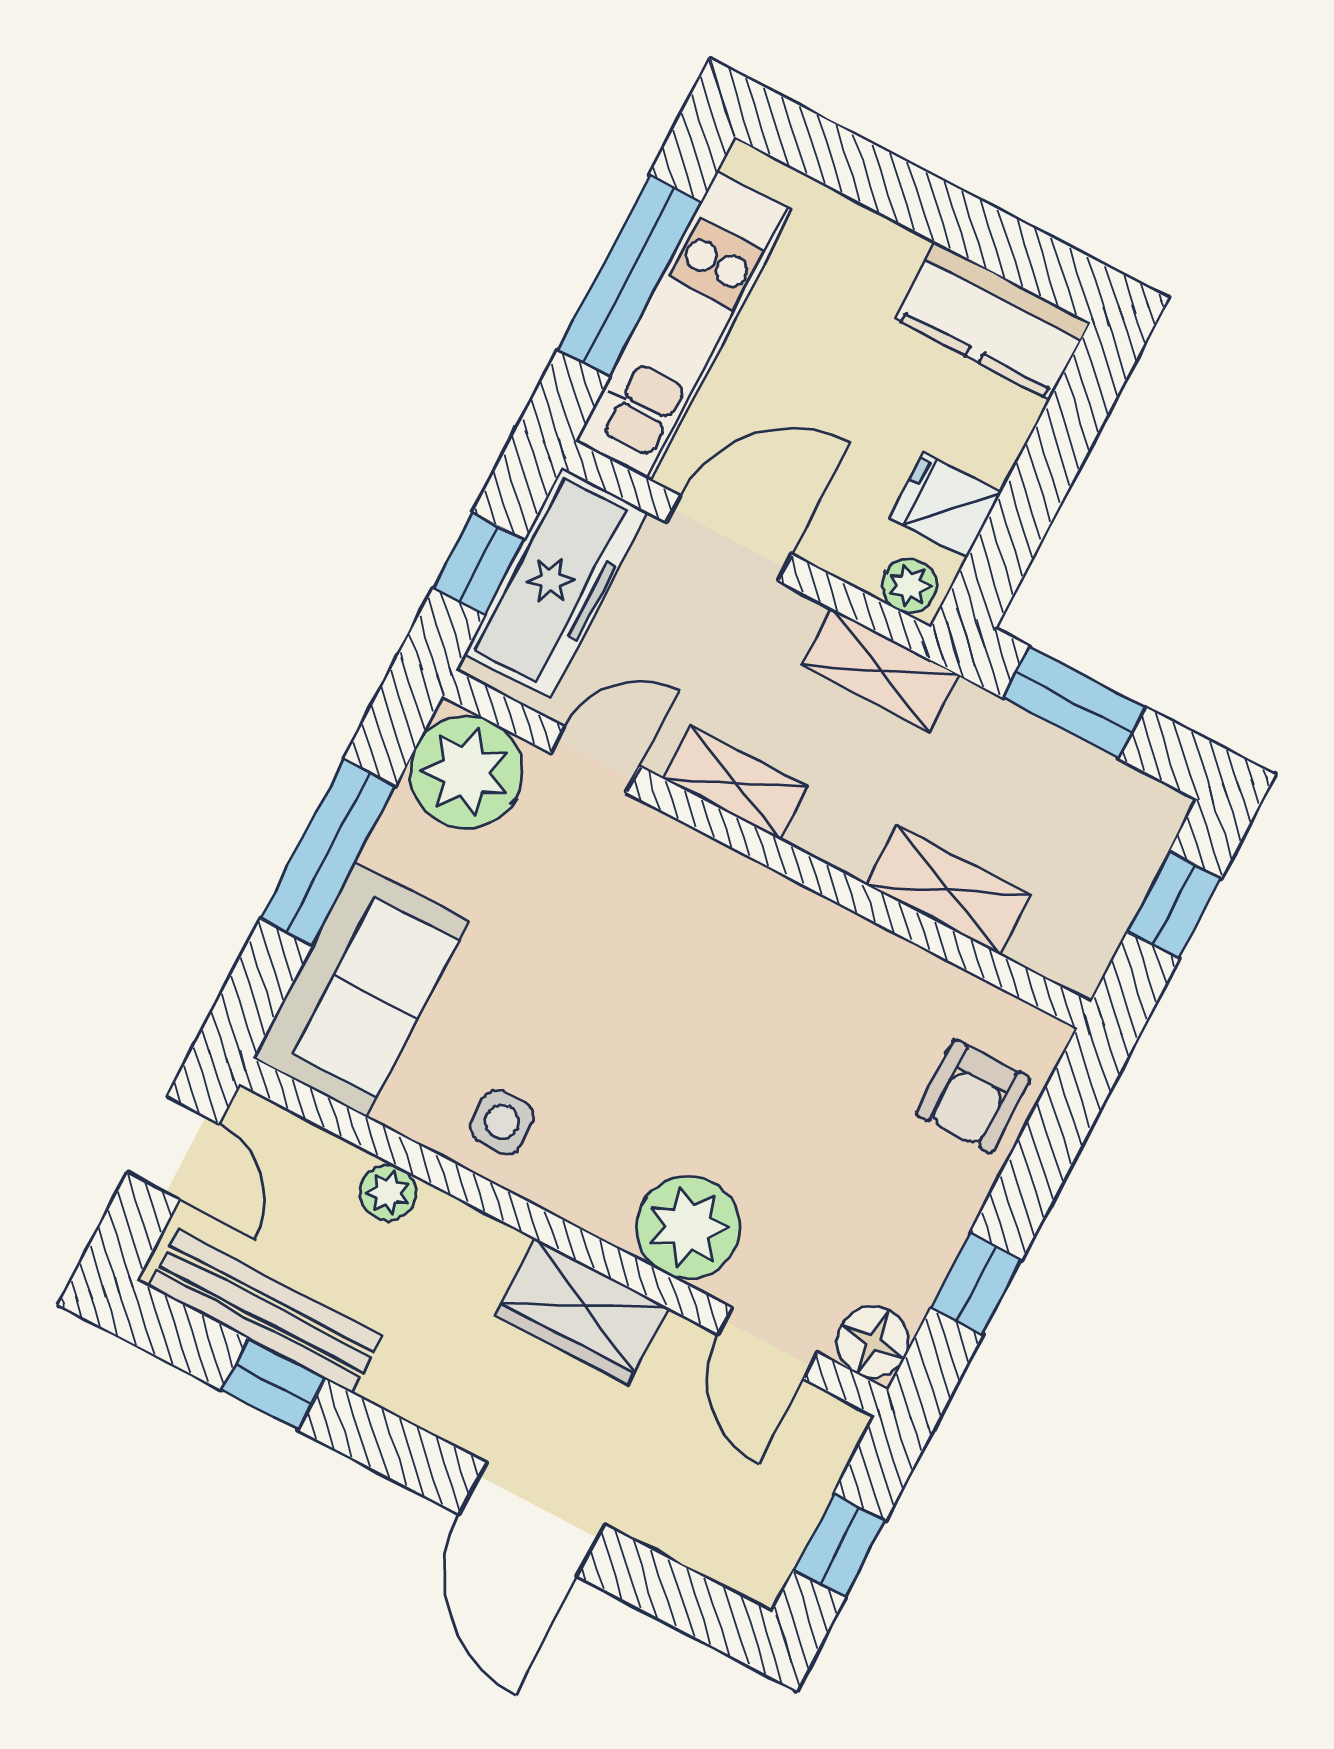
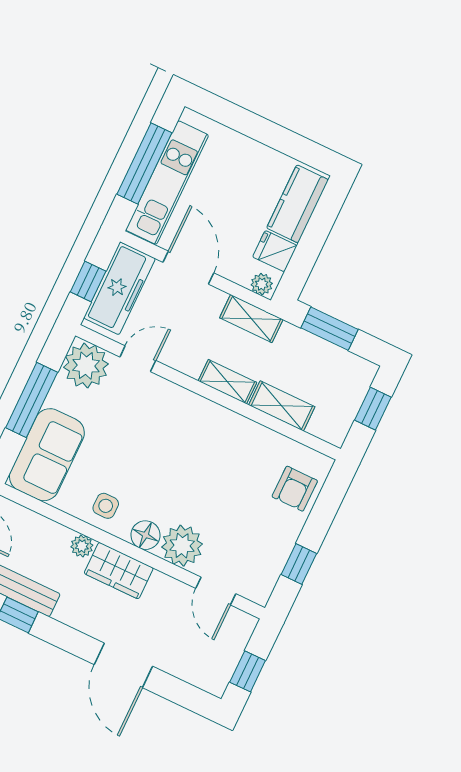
kitchen counter: (992, 321) -> (298, 204), moved, turned 90
door: (729, 538) -> (188, 268), hinge flipped
shelving: (735, 783) -> (227, 382), moved
plant: (388, 1193) -> (82, 546), moved
wardrobe: (581, 1311) -> (119, 571), moved
floor lamp: (873, 1342) -> (145, 535), moved

